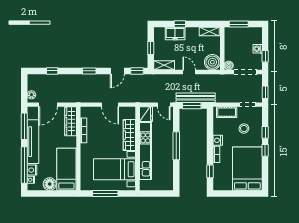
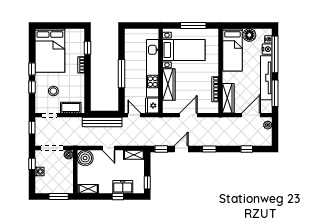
window: (151, 48) -> (147, 183), moved
door: (110, 105) -> (188, 115), hinge flipped
window: (192, 106) -> (106, 114), removed
nightstand: (218, 140) -> (80, 79), removed

